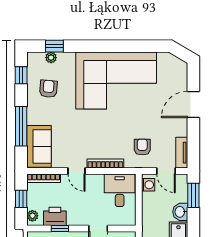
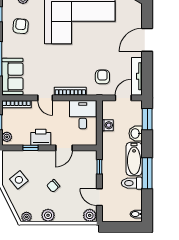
tv unit: (182, 153) -> (137, 76), width x1.41
door: (166, 171) -> (123, 98), swing flipped
washing machine: (148, 185) -> (108, 125), moved
printer: (55, 216) -> (41, 137), moved

